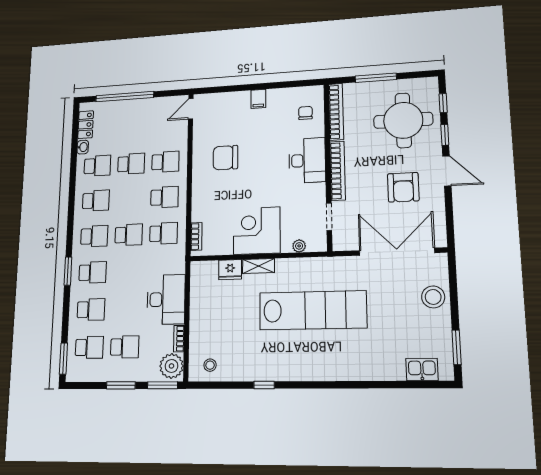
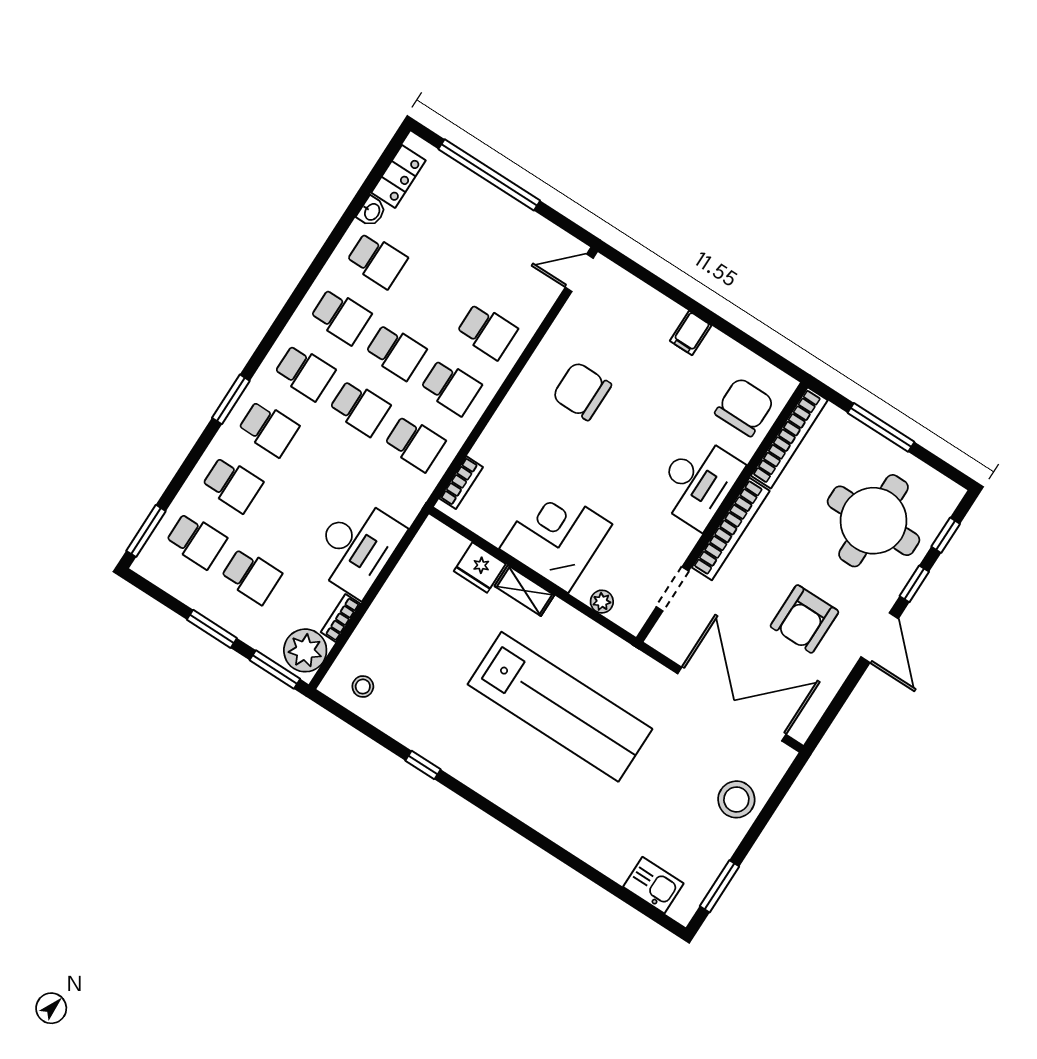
chair: (305, 113) -> (744, 407), width x1.87, depth x1.87
school desk: (131, 164) -> (396, 352), moved

